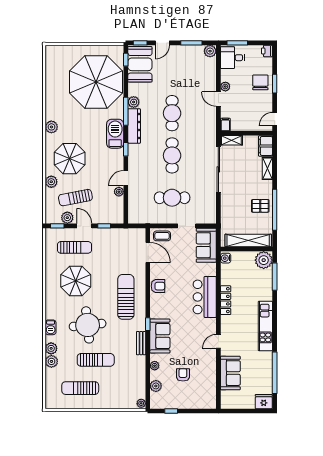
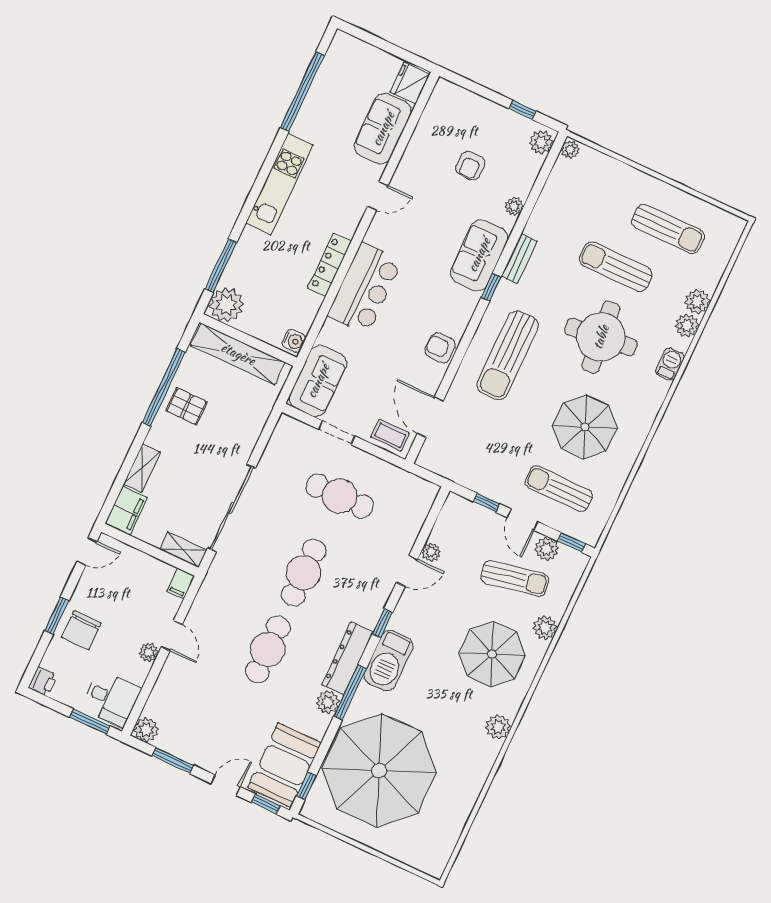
plant: (156, 386) -> (541, 142), moved
fridge: (264, 402) -> (410, 83), moved, turned 90

